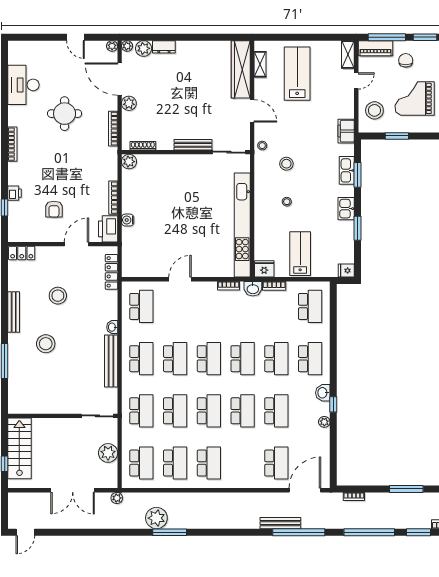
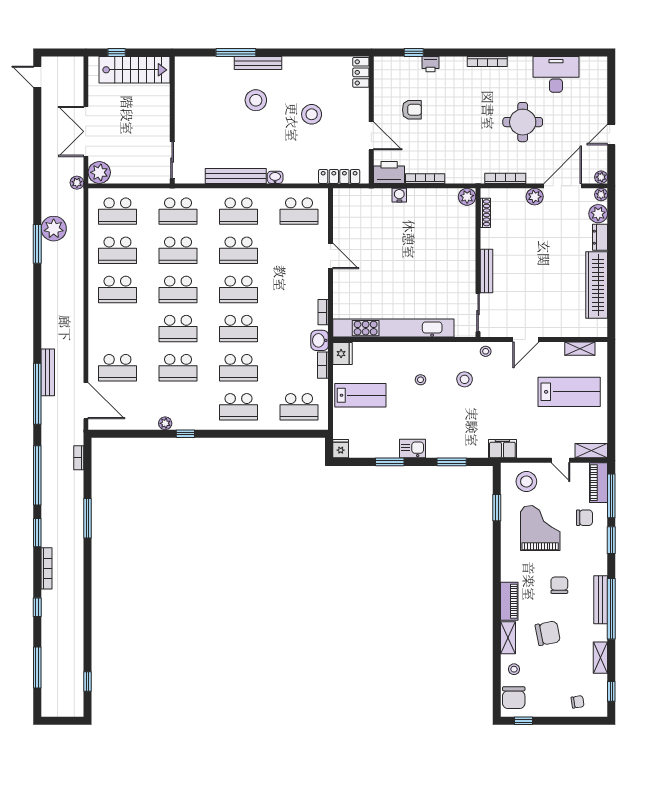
wardrobe: (241, 69) -> (597, 285), moved, turned -90
kitchen sink: (347, 170) -> (457, 449), removed
armchair: (54, 209) -> (412, 110), turned 180
bench: (14, 312) -> (258, 63), moved
washbasin: (323, 393) -> (199, 422), removed
plant: (108, 453) -> (99, 172), moved

